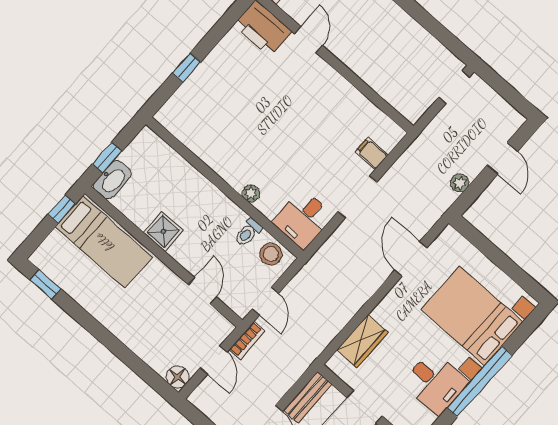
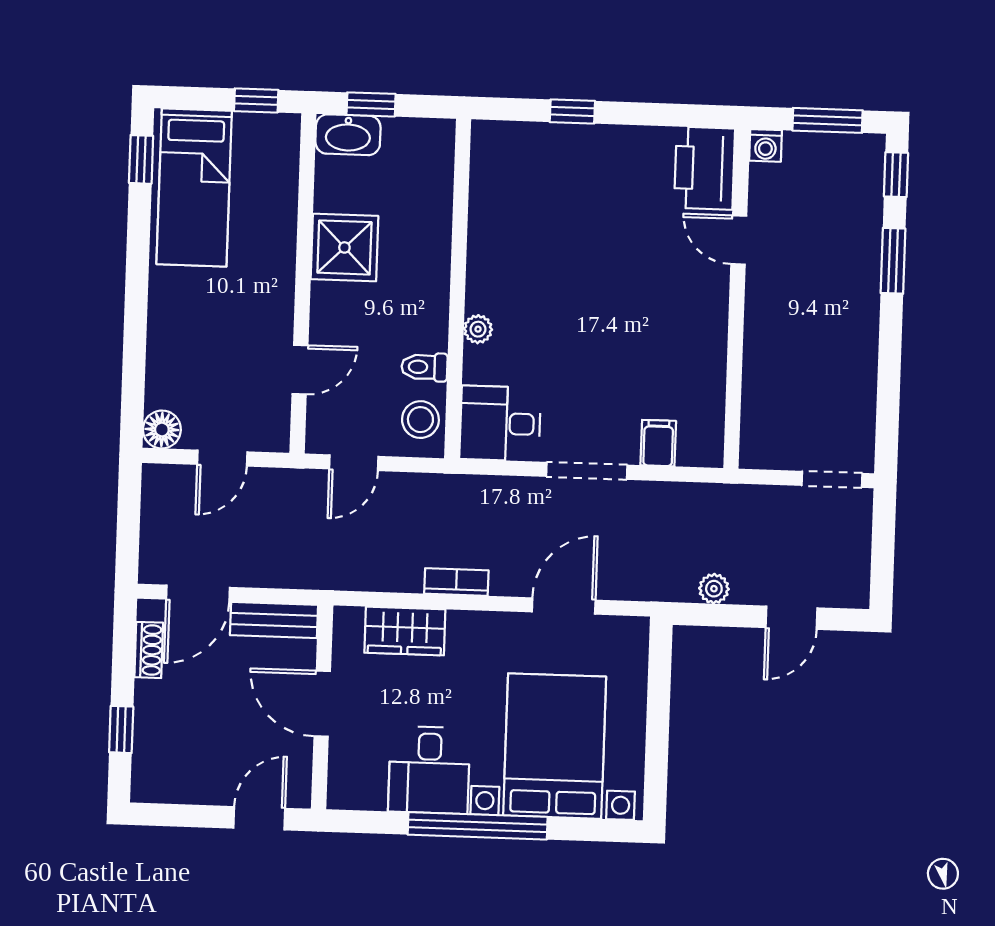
door: (309, 40) -> (739, 240), swing flipped
shower: (163, 231) -> (344, 247), width x1.36, depth x1.36
bed: (104, 242) -> (194, 188), moved
bookcase: (247, 340) -> (456, 582), moved, turned 180

